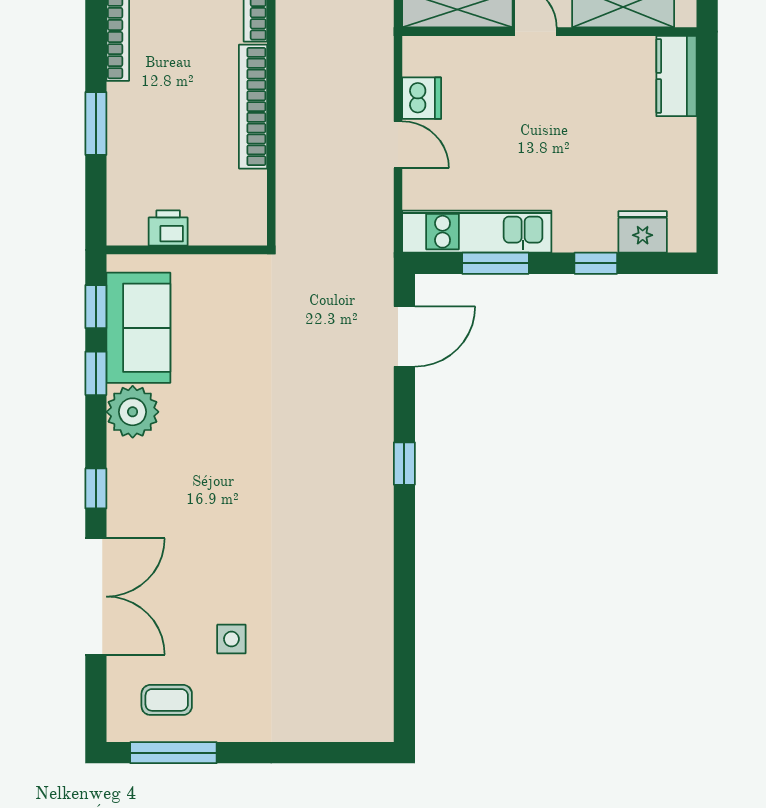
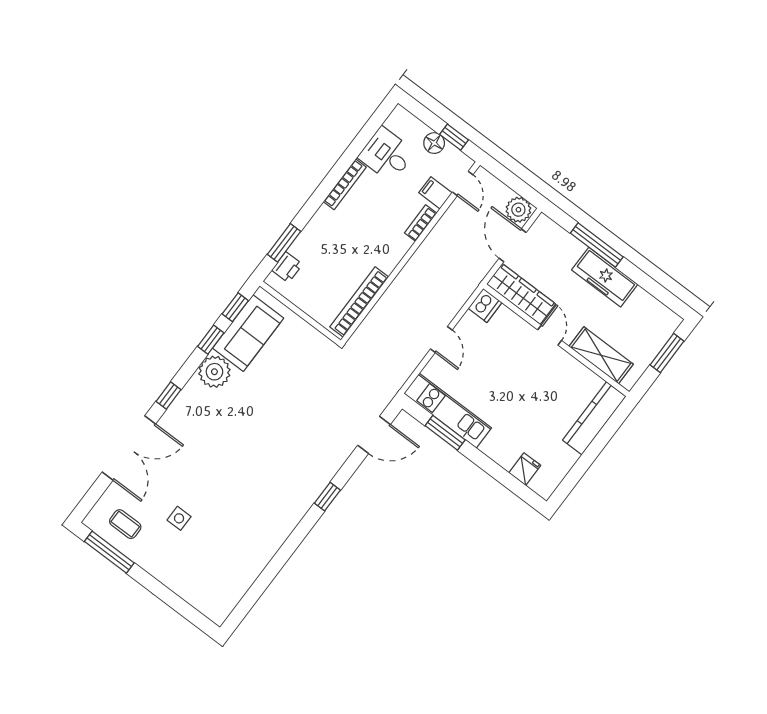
kitchen counter: (676, 76) -> (594, 418), width x1.50
dishwasher: (422, 98) -> (485, 305), moved
bookcase: (253, 107) -> (359, 302), moved
window: (96, 124) -> (284, 243), moved
printer: (168, 228) -> (287, 267), moved, turned 90
fridge: (643, 232) -> (525, 469), width x0.72
window: (596, 263) -> (494, 470), removed

